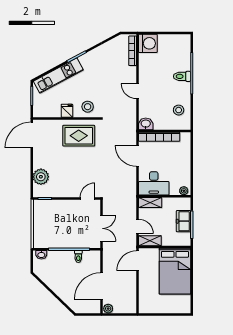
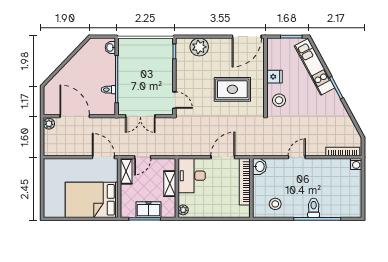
washing machine: (148, 43) -> (356, 164), width x0.53, depth x0.53
door: (32, 135) -> (247, 37), swing flipped
rug: (79, 136) -> (232, 89), moved, turned 90
shelving: (150, 203) -> (170, 184), moved

